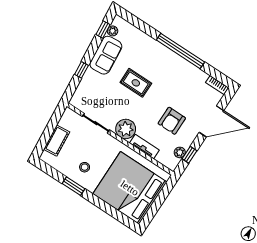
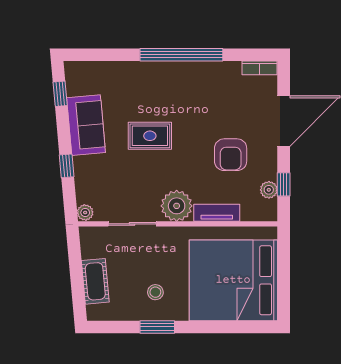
plant: (113, 31) -> (85, 212), moved

